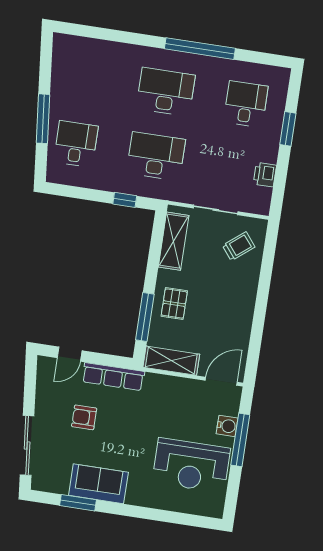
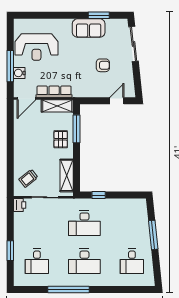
desk: (76, 144) -> (132, 261), moved
printer: (265, 175) -> (20, 205), moved
row of seats: (113, 377) -> (54, 92), moved
reception desk: (191, 465) -> (36, 47), turned 180

